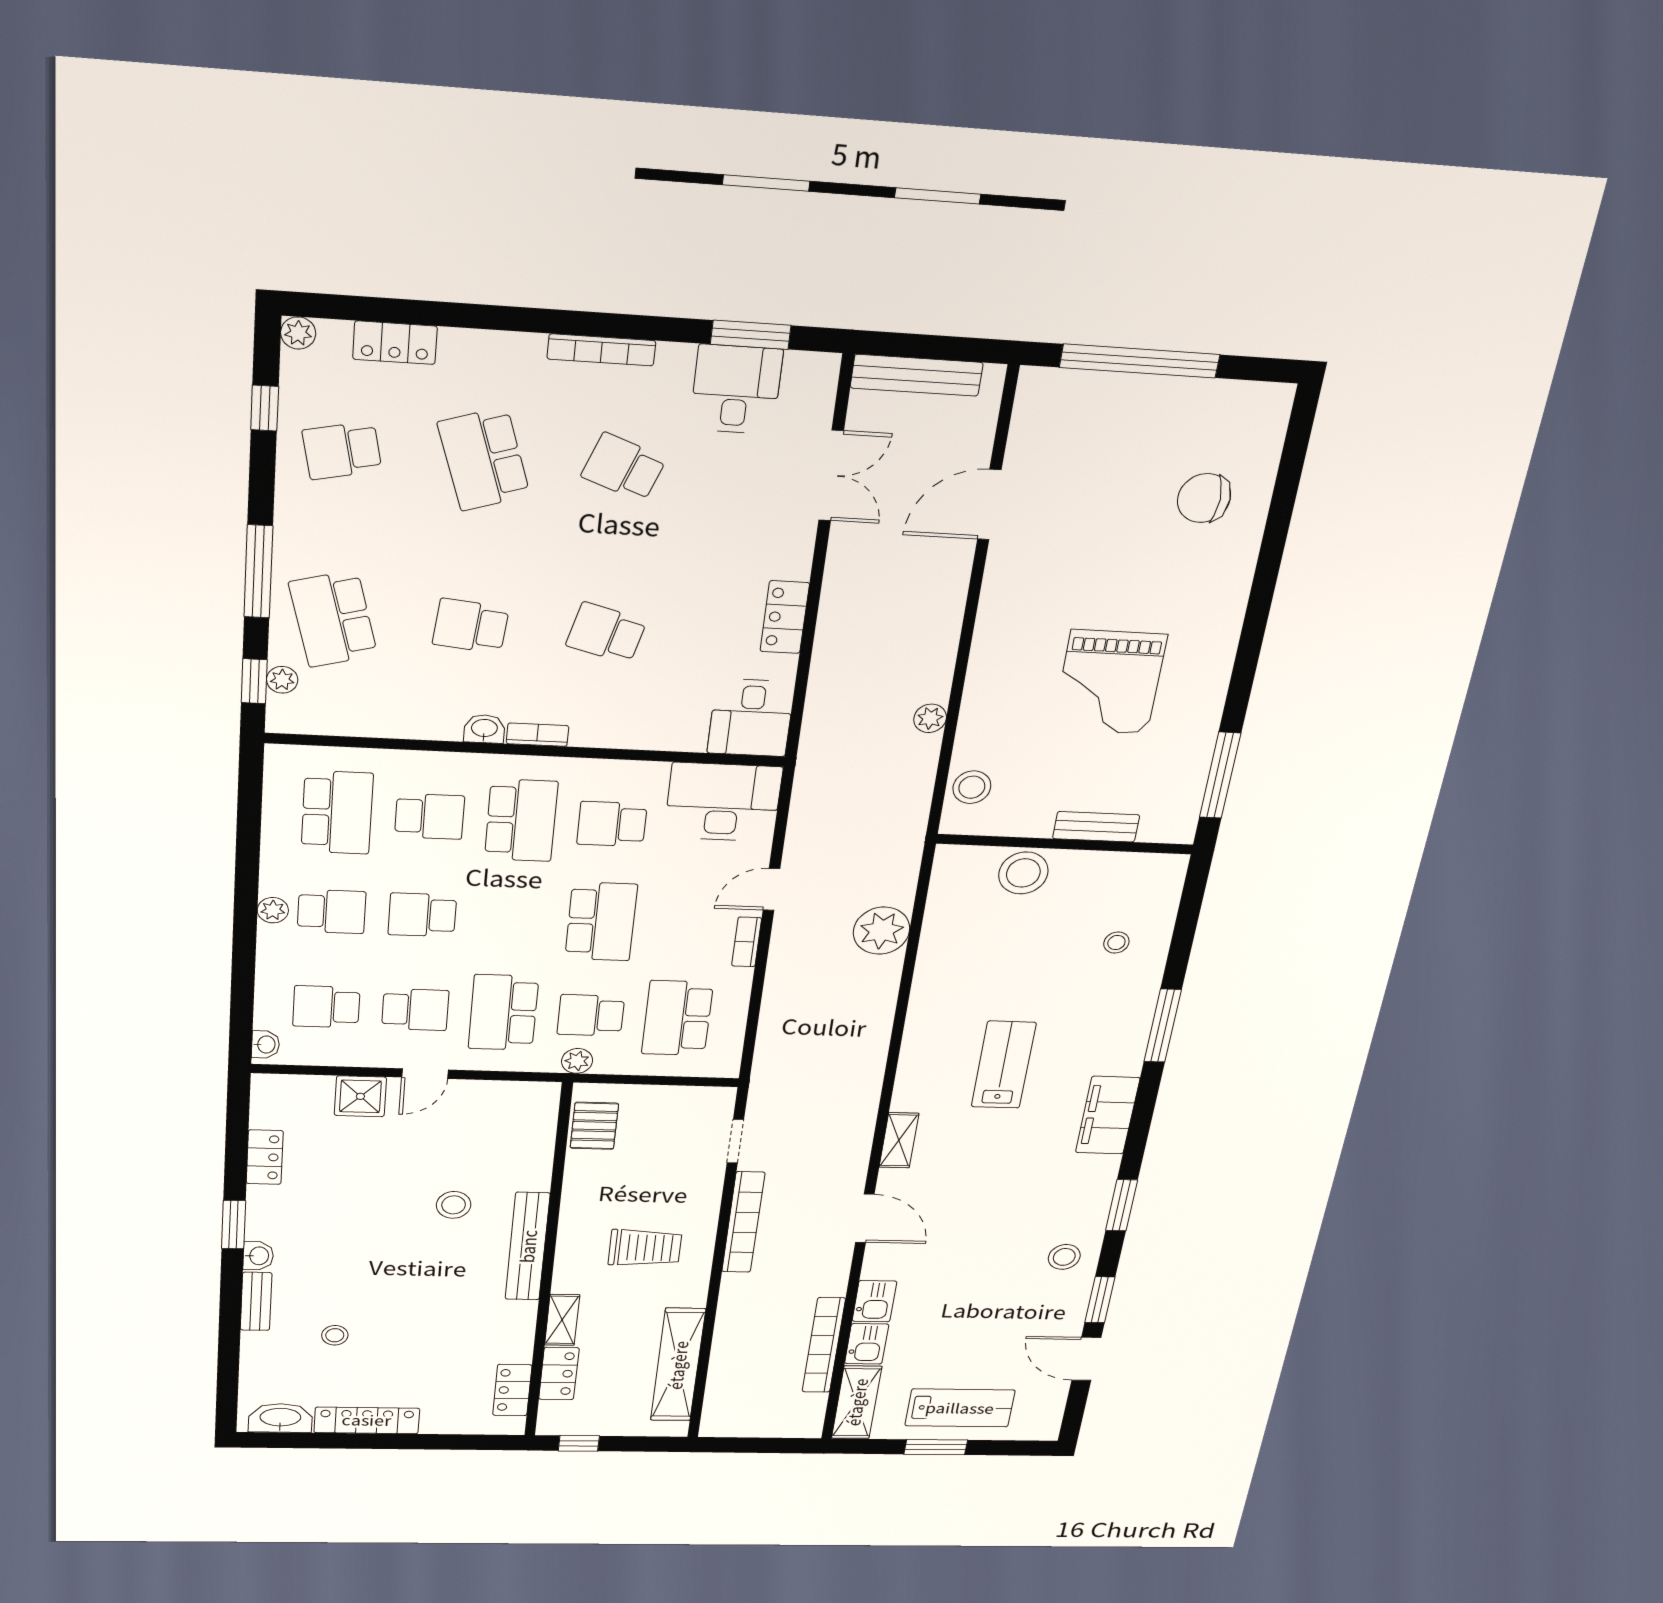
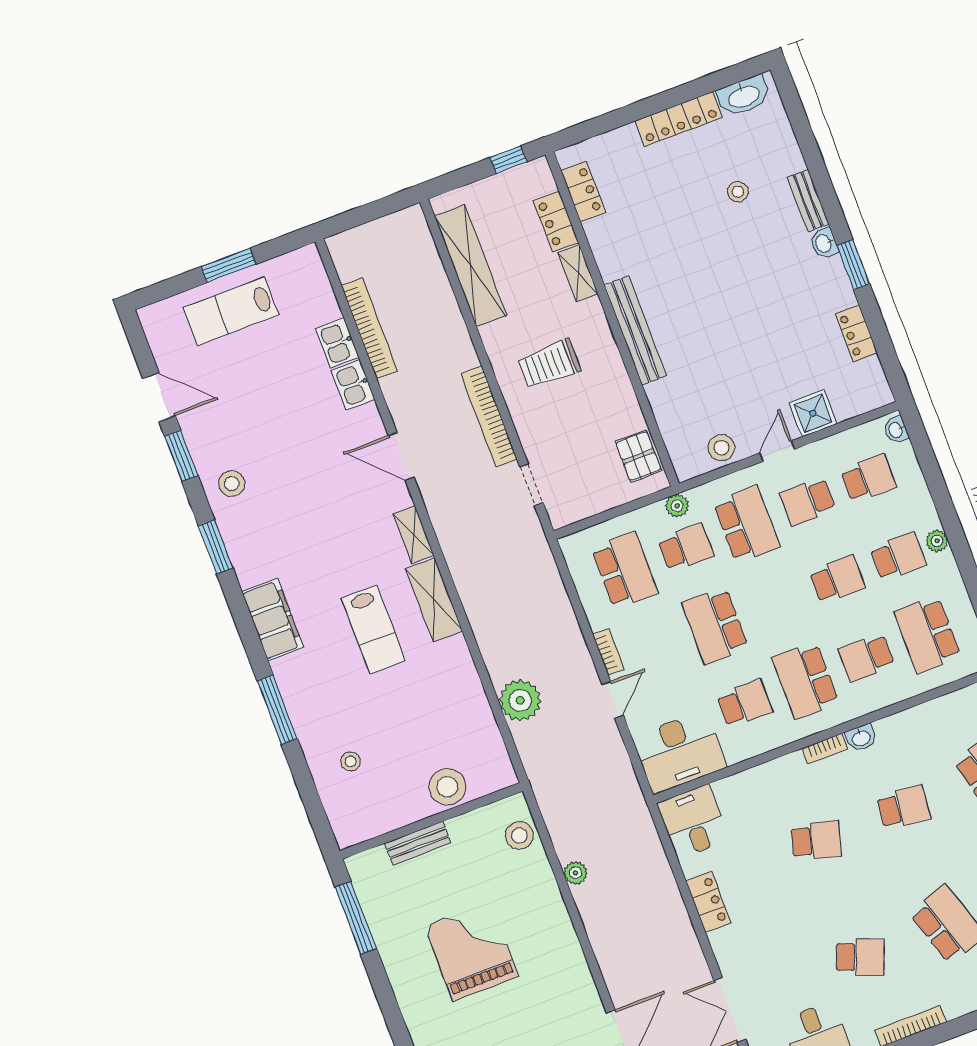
school desk: (332, 912) -> (898, 556), turned 180
stool: (454, 1205) -> (721, 448), moved
shelving: (857, 1402) -> (434, 600), moved

